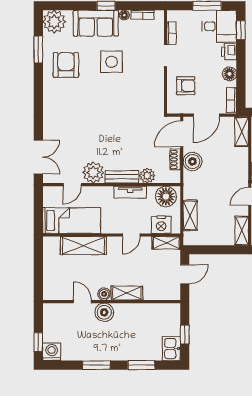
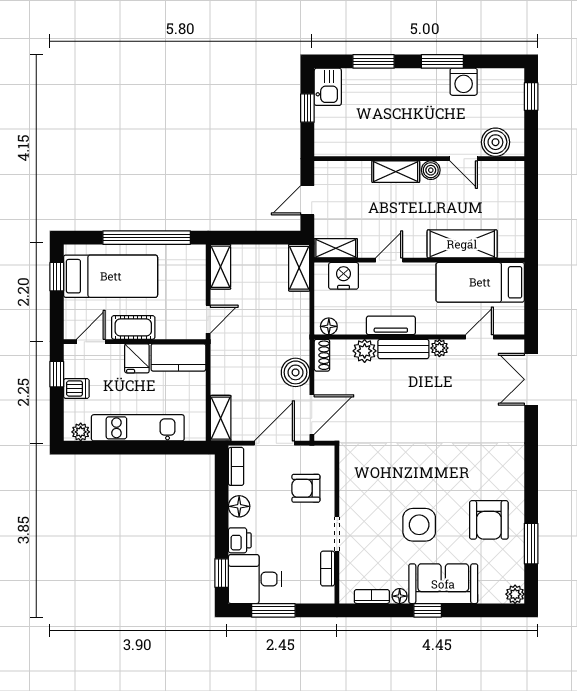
plant: (54, 22) -> (515, 594), width x0.53, depth x0.53
shoe rack: (175, 160) -> (322, 355), moved
plant: (93, 172) -> (439, 348), width x0.53, depth x0.53
floor lamp: (166, 197) -> (329, 326), width x0.53, depth x0.53
shelving: (190, 215) -> (299, 268), moved
boiler: (104, 312) -> (495, 142), moved
washing machine: (52, 352) -> (464, 82), moved

